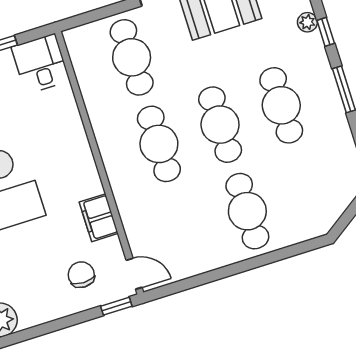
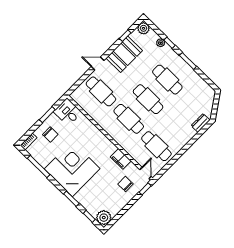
cafe table: (247, 211) -> (156, 146), moved
dresser: (302, 231) -> (201, 123), added
door: (134, 274) -> (145, 173), hinge flipped

